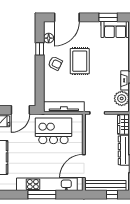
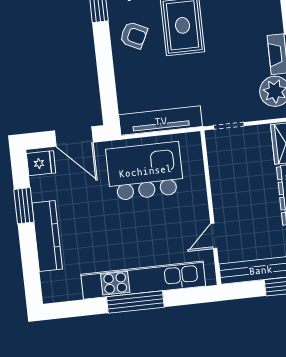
door: (20, 110) -> (74, 136), hinge flipped
door: (84, 166) -> (214, 236), width x0.53

